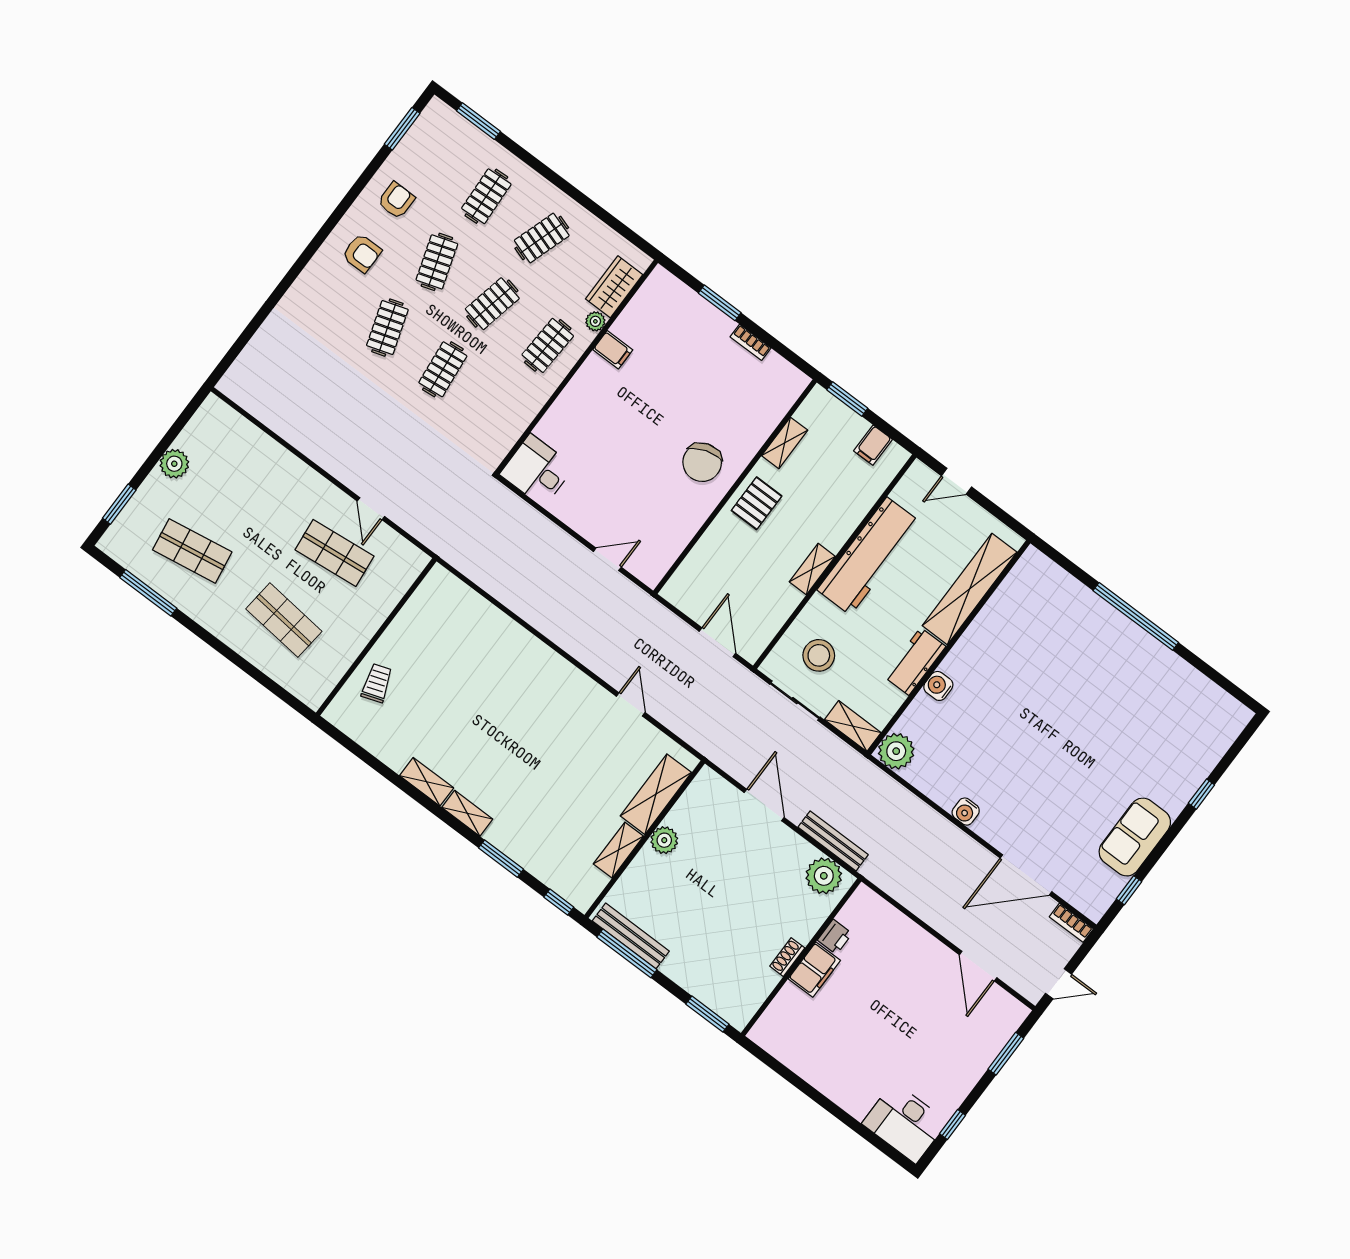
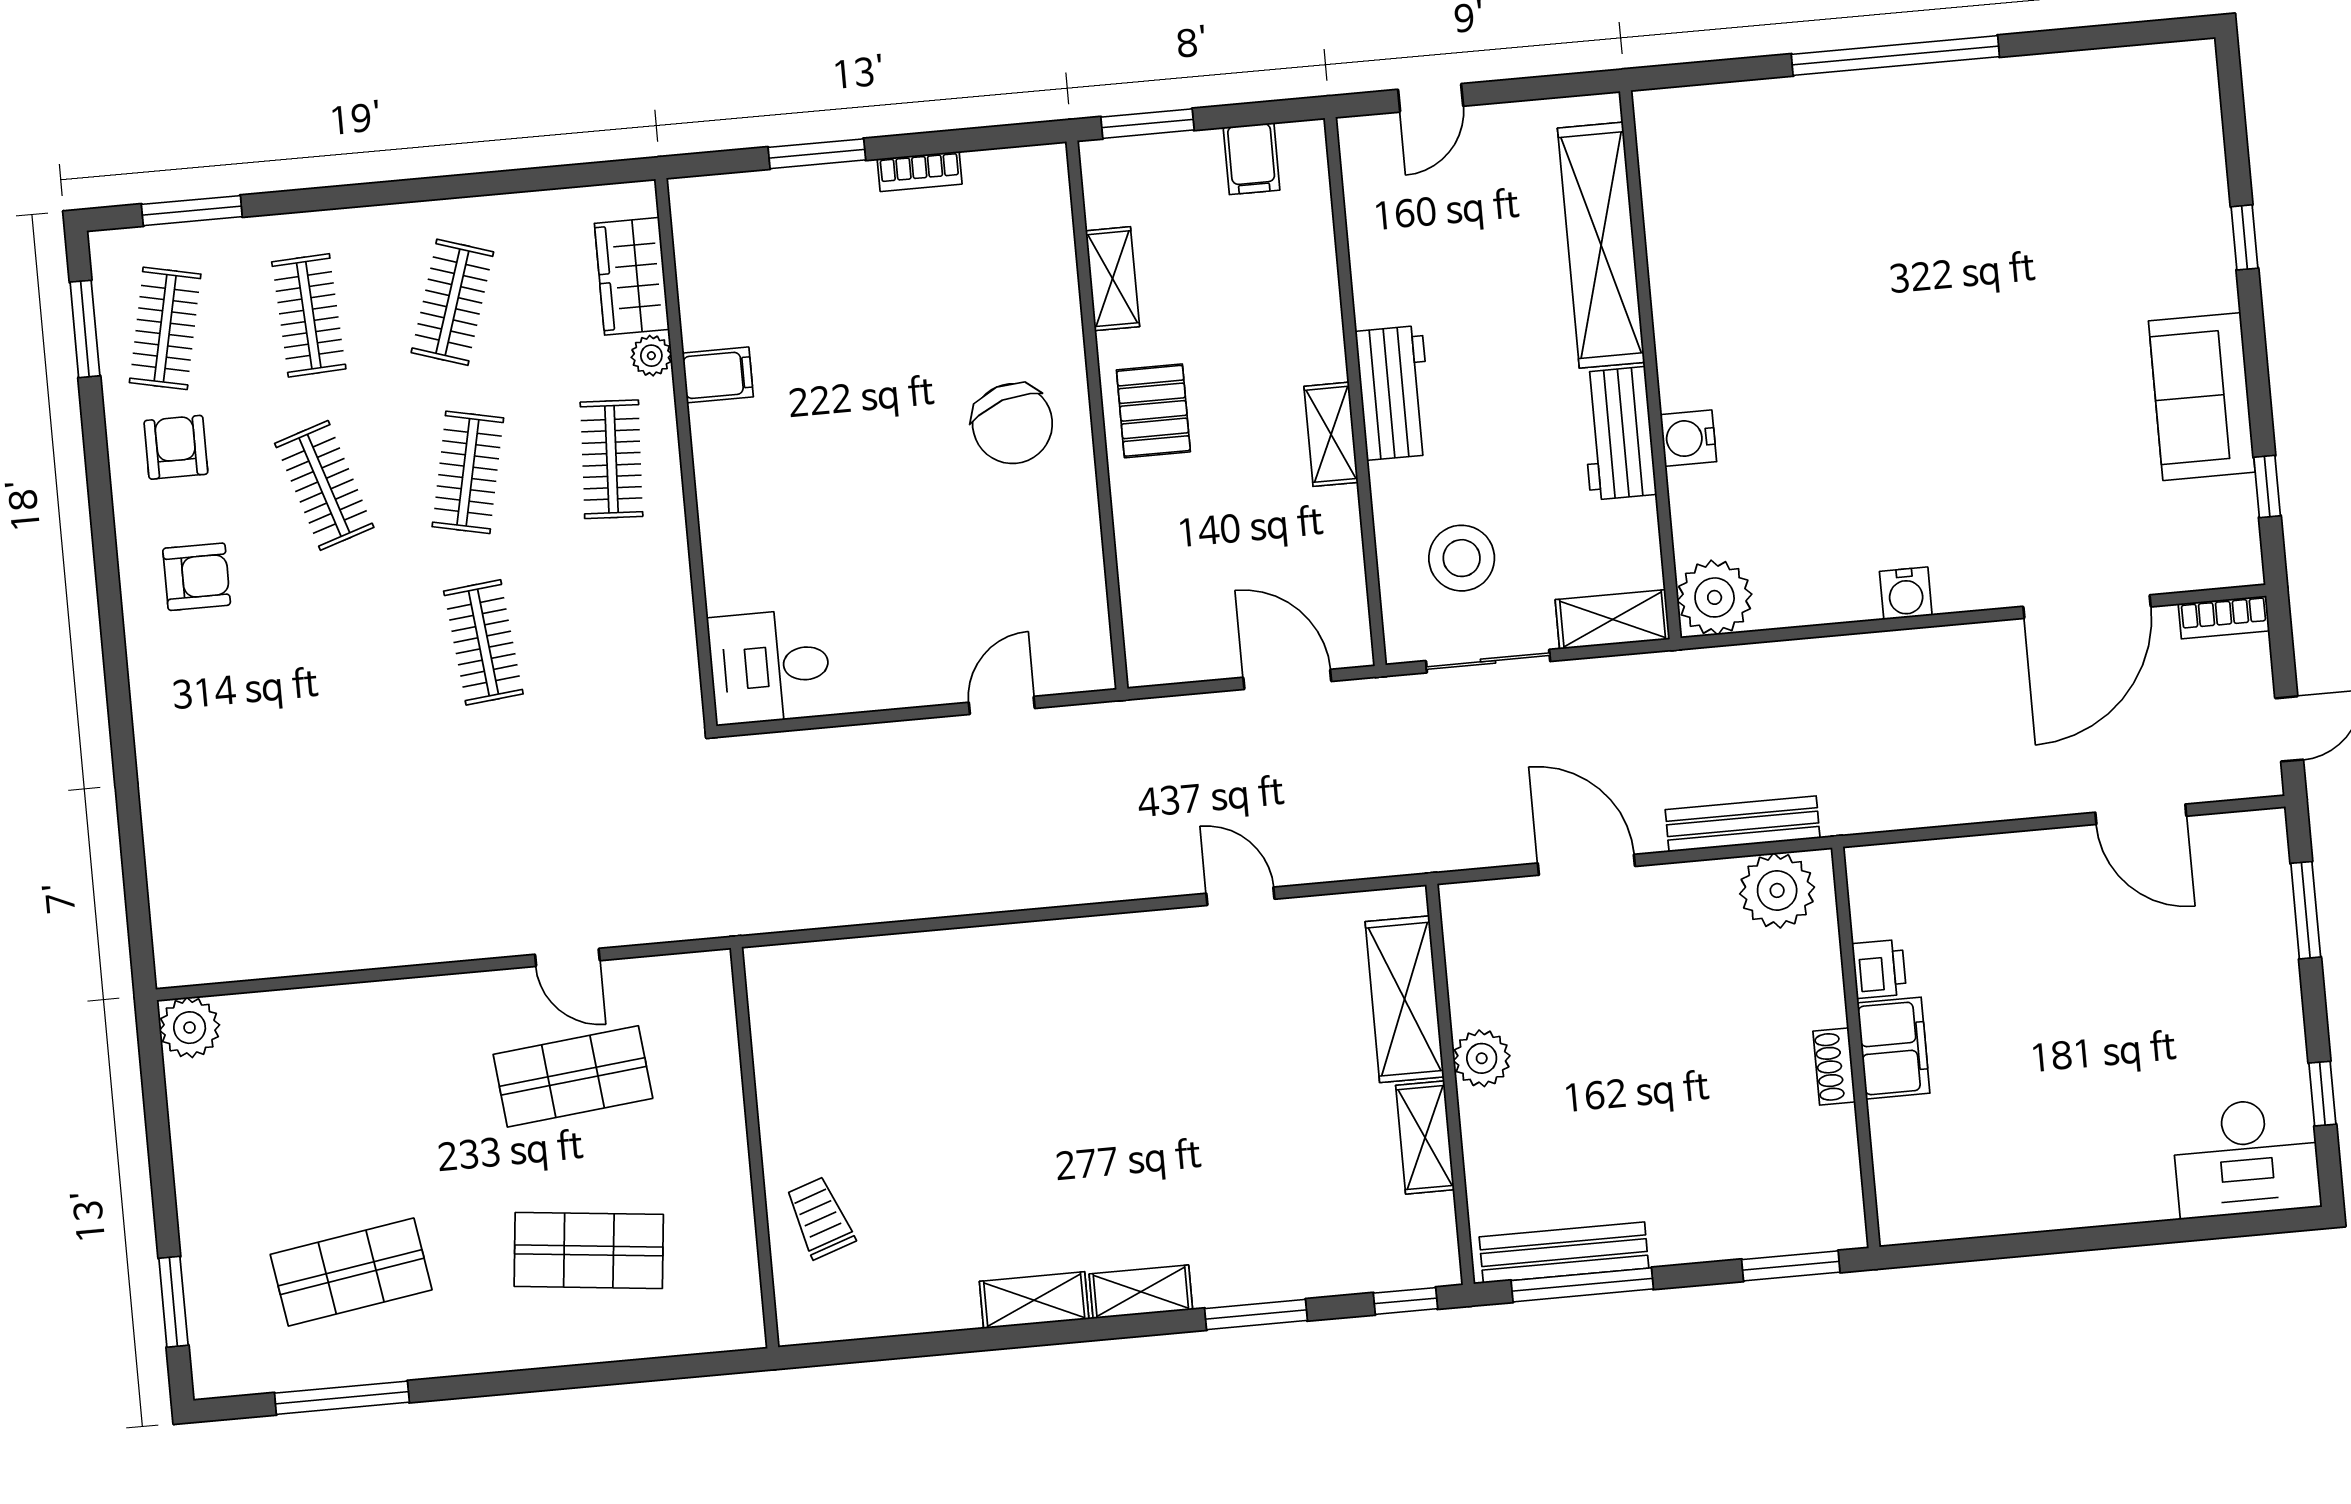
clothes rail: (387, 328) -> (165, 328), moved, turned 30
plant: (174, 464) -> (190, 1028), moved
workbench: (869, 556) -> (1394, 393), width x0.53, depth x0.76

